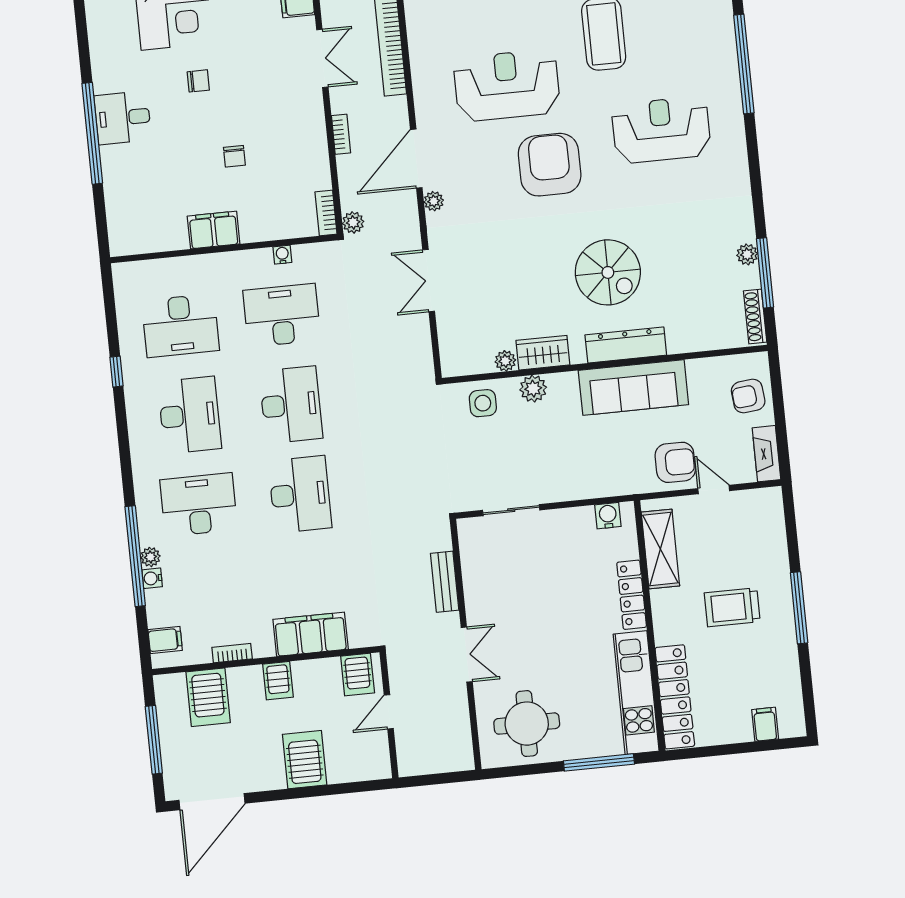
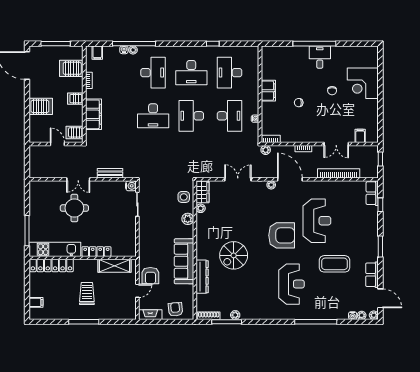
dresser: (626, 345) -> (202, 277), moved
wardrobe: (543, 353) -> (202, 192), moved
desk: (291, 405) -> (191, 116), turned 90
water cooler: (608, 516) -> (131, 186), moved
round table: (527, 724) -> (74, 208), moved

